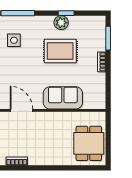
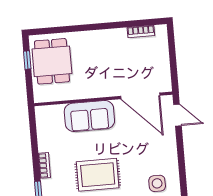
door: (21, 110) -> (140, 96), width x1.36
window: (108, 146) -> (27, 60), added

